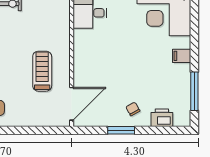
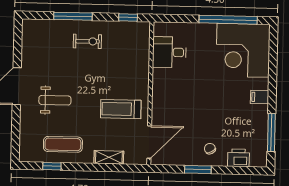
treadmill: (42, 71) -> (121, 109), turned -90
shelving: (31, 120) -> (109, 157), added

